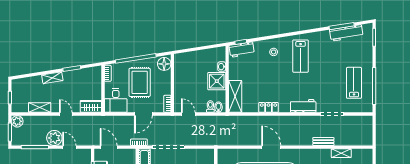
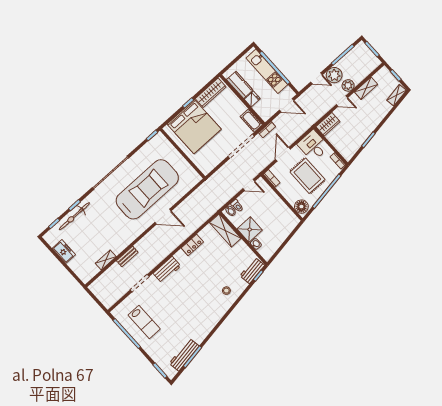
lab bench: (301, 56) -> (203, 306), removed
shelving: (52, 78) -> (397, 95), moved
plant: (17, 121) -> (348, 85), moved

